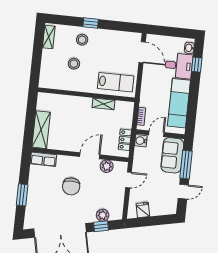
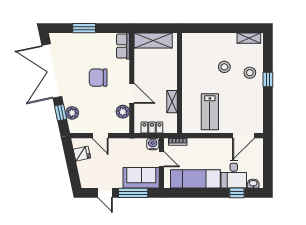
wall: (86, 95) -> (179, 83), moved
shelving: (103, 104) -> (172, 102), moved
door: (129, 180) -> (100, 136), moved

